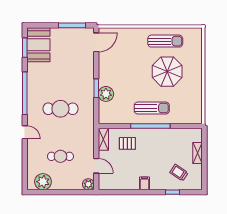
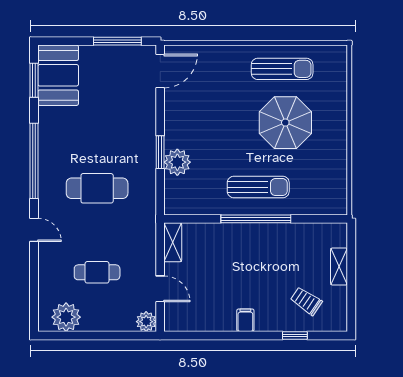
pallet: (127, 143) -> (215, 249), removed

